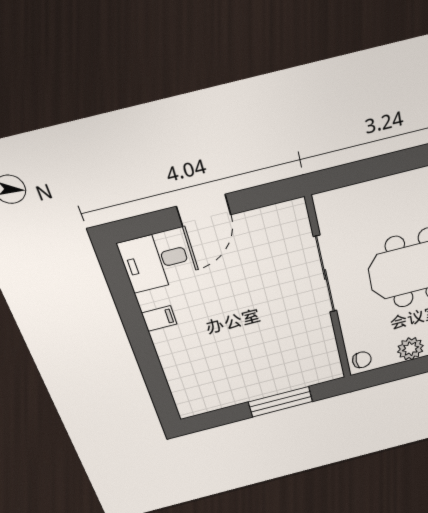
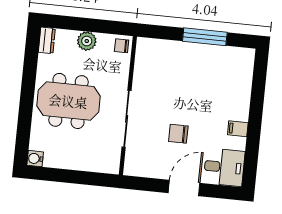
chair: (243, 282) -> (178, 134), added
window: (281, 402) -> (205, 37), moved

